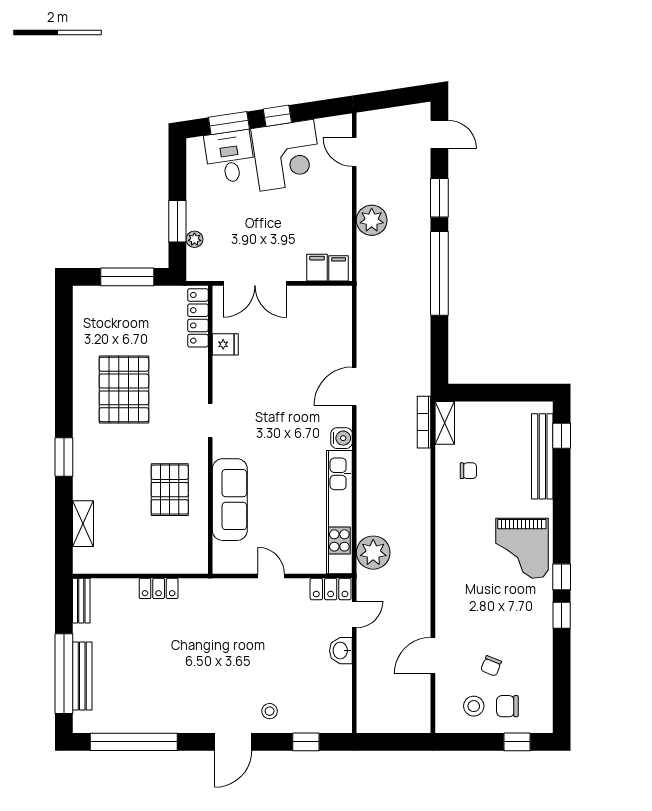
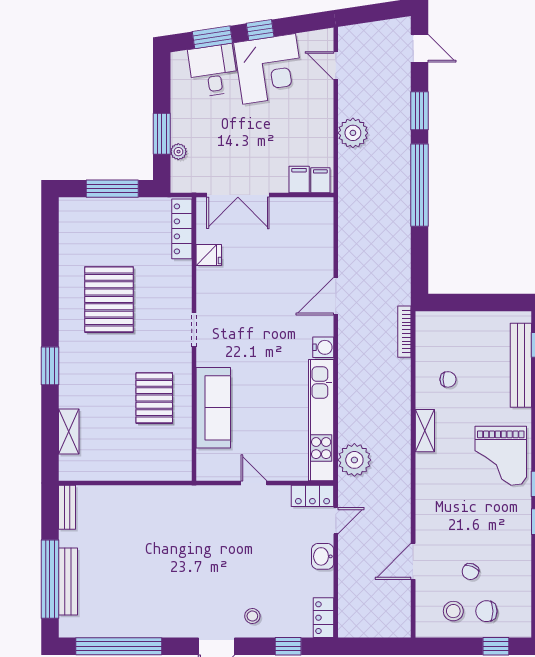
shelving: (445, 423) -> (425, 431), moved
locker: (159, 588) -> (324, 618), moved, turned 90

